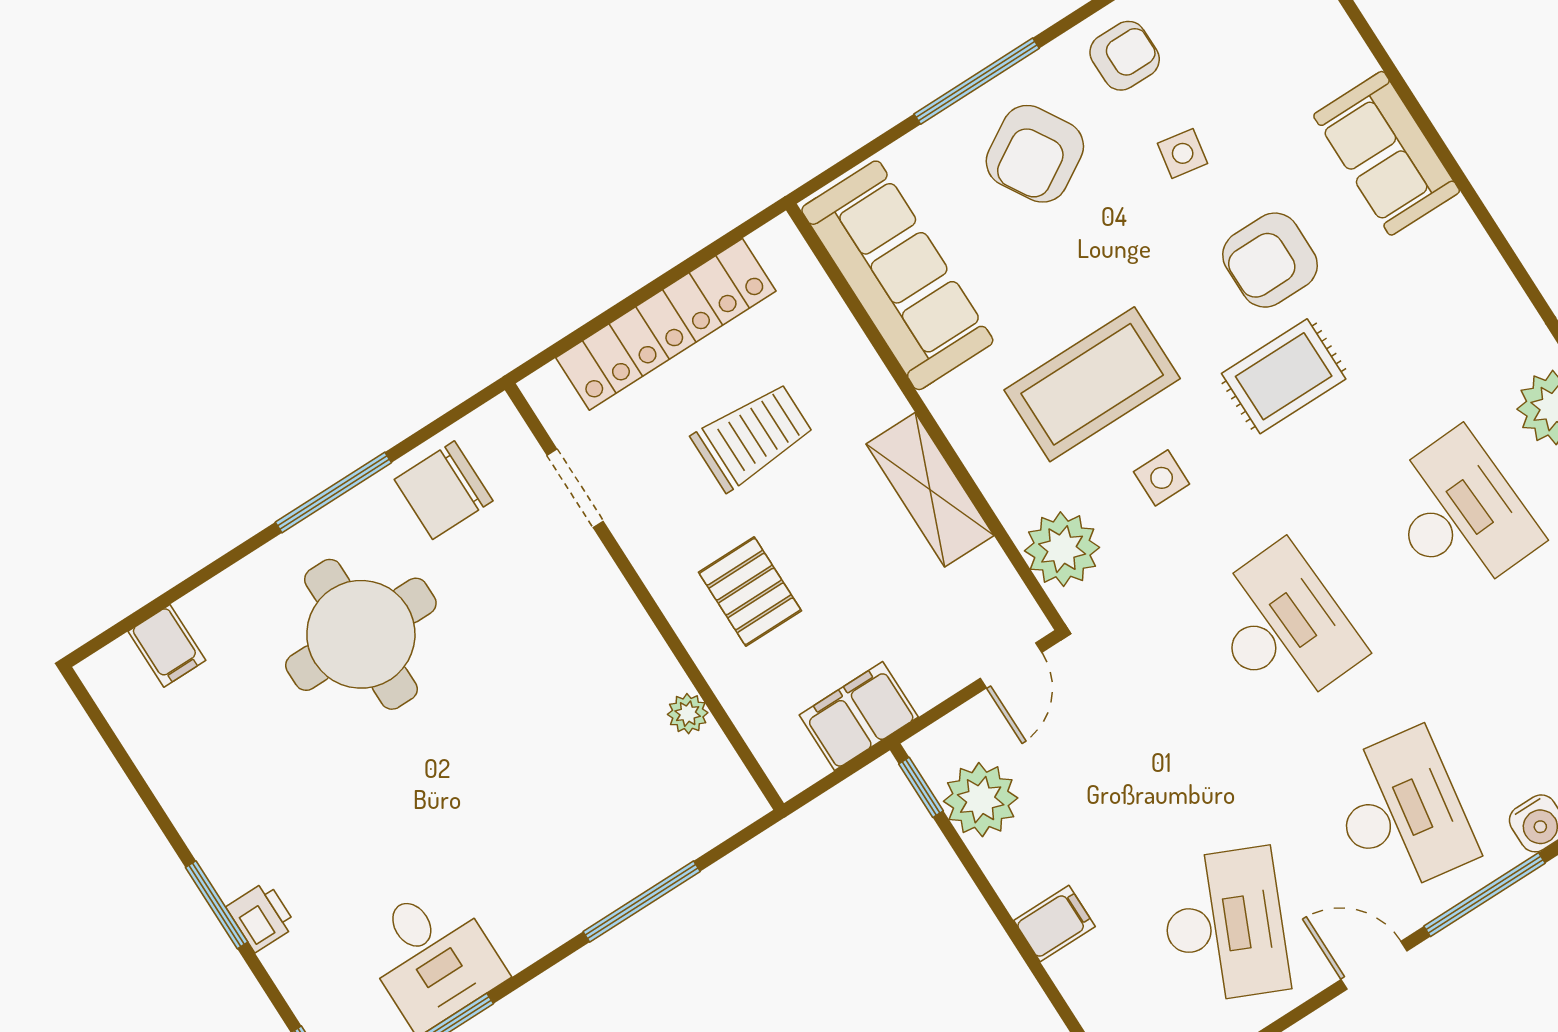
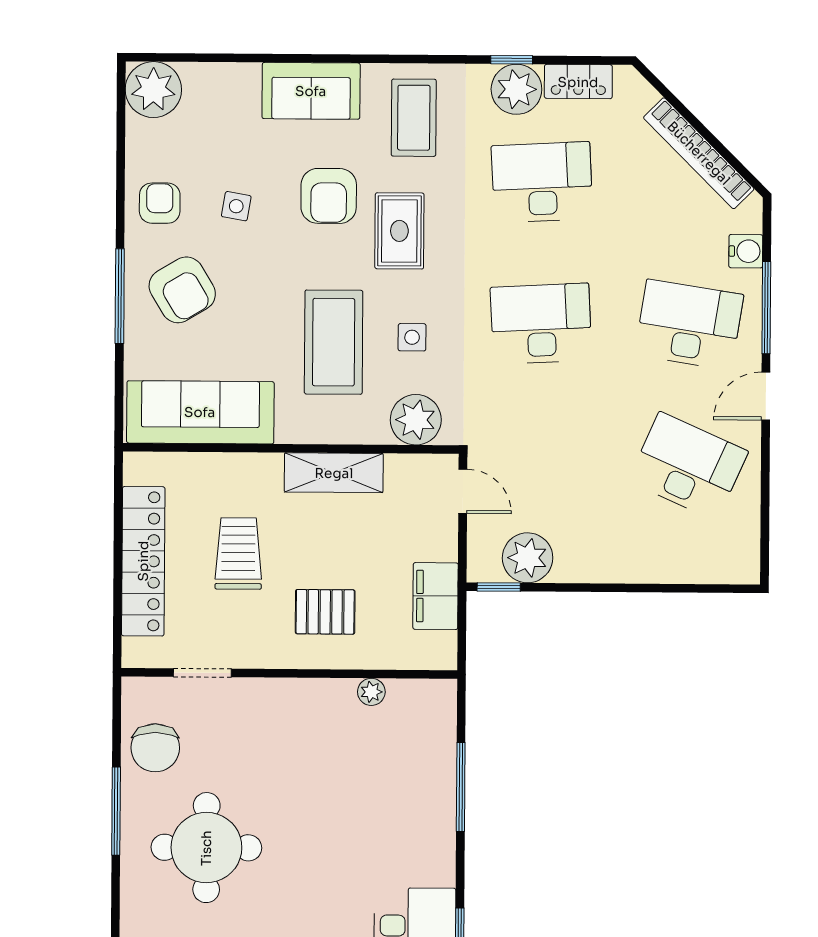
coffee table: (1436, 303) -> (414, 118), added
filing cabinet: (1054, 924) -> (625, 562), removed

